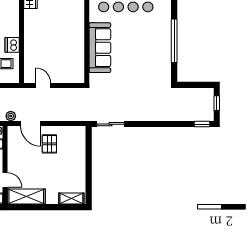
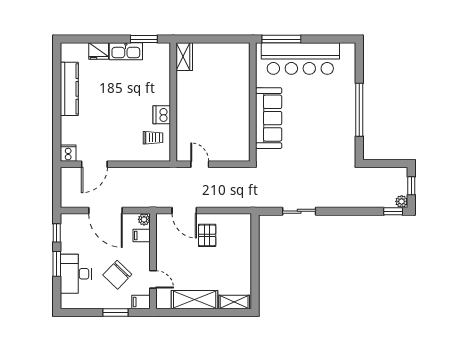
plant: (11, 116) -> (402, 201), moved
sliding door: (111, 124) -> (299, 211), moved
shelving: (26, 197) -> (195, 300), moved

